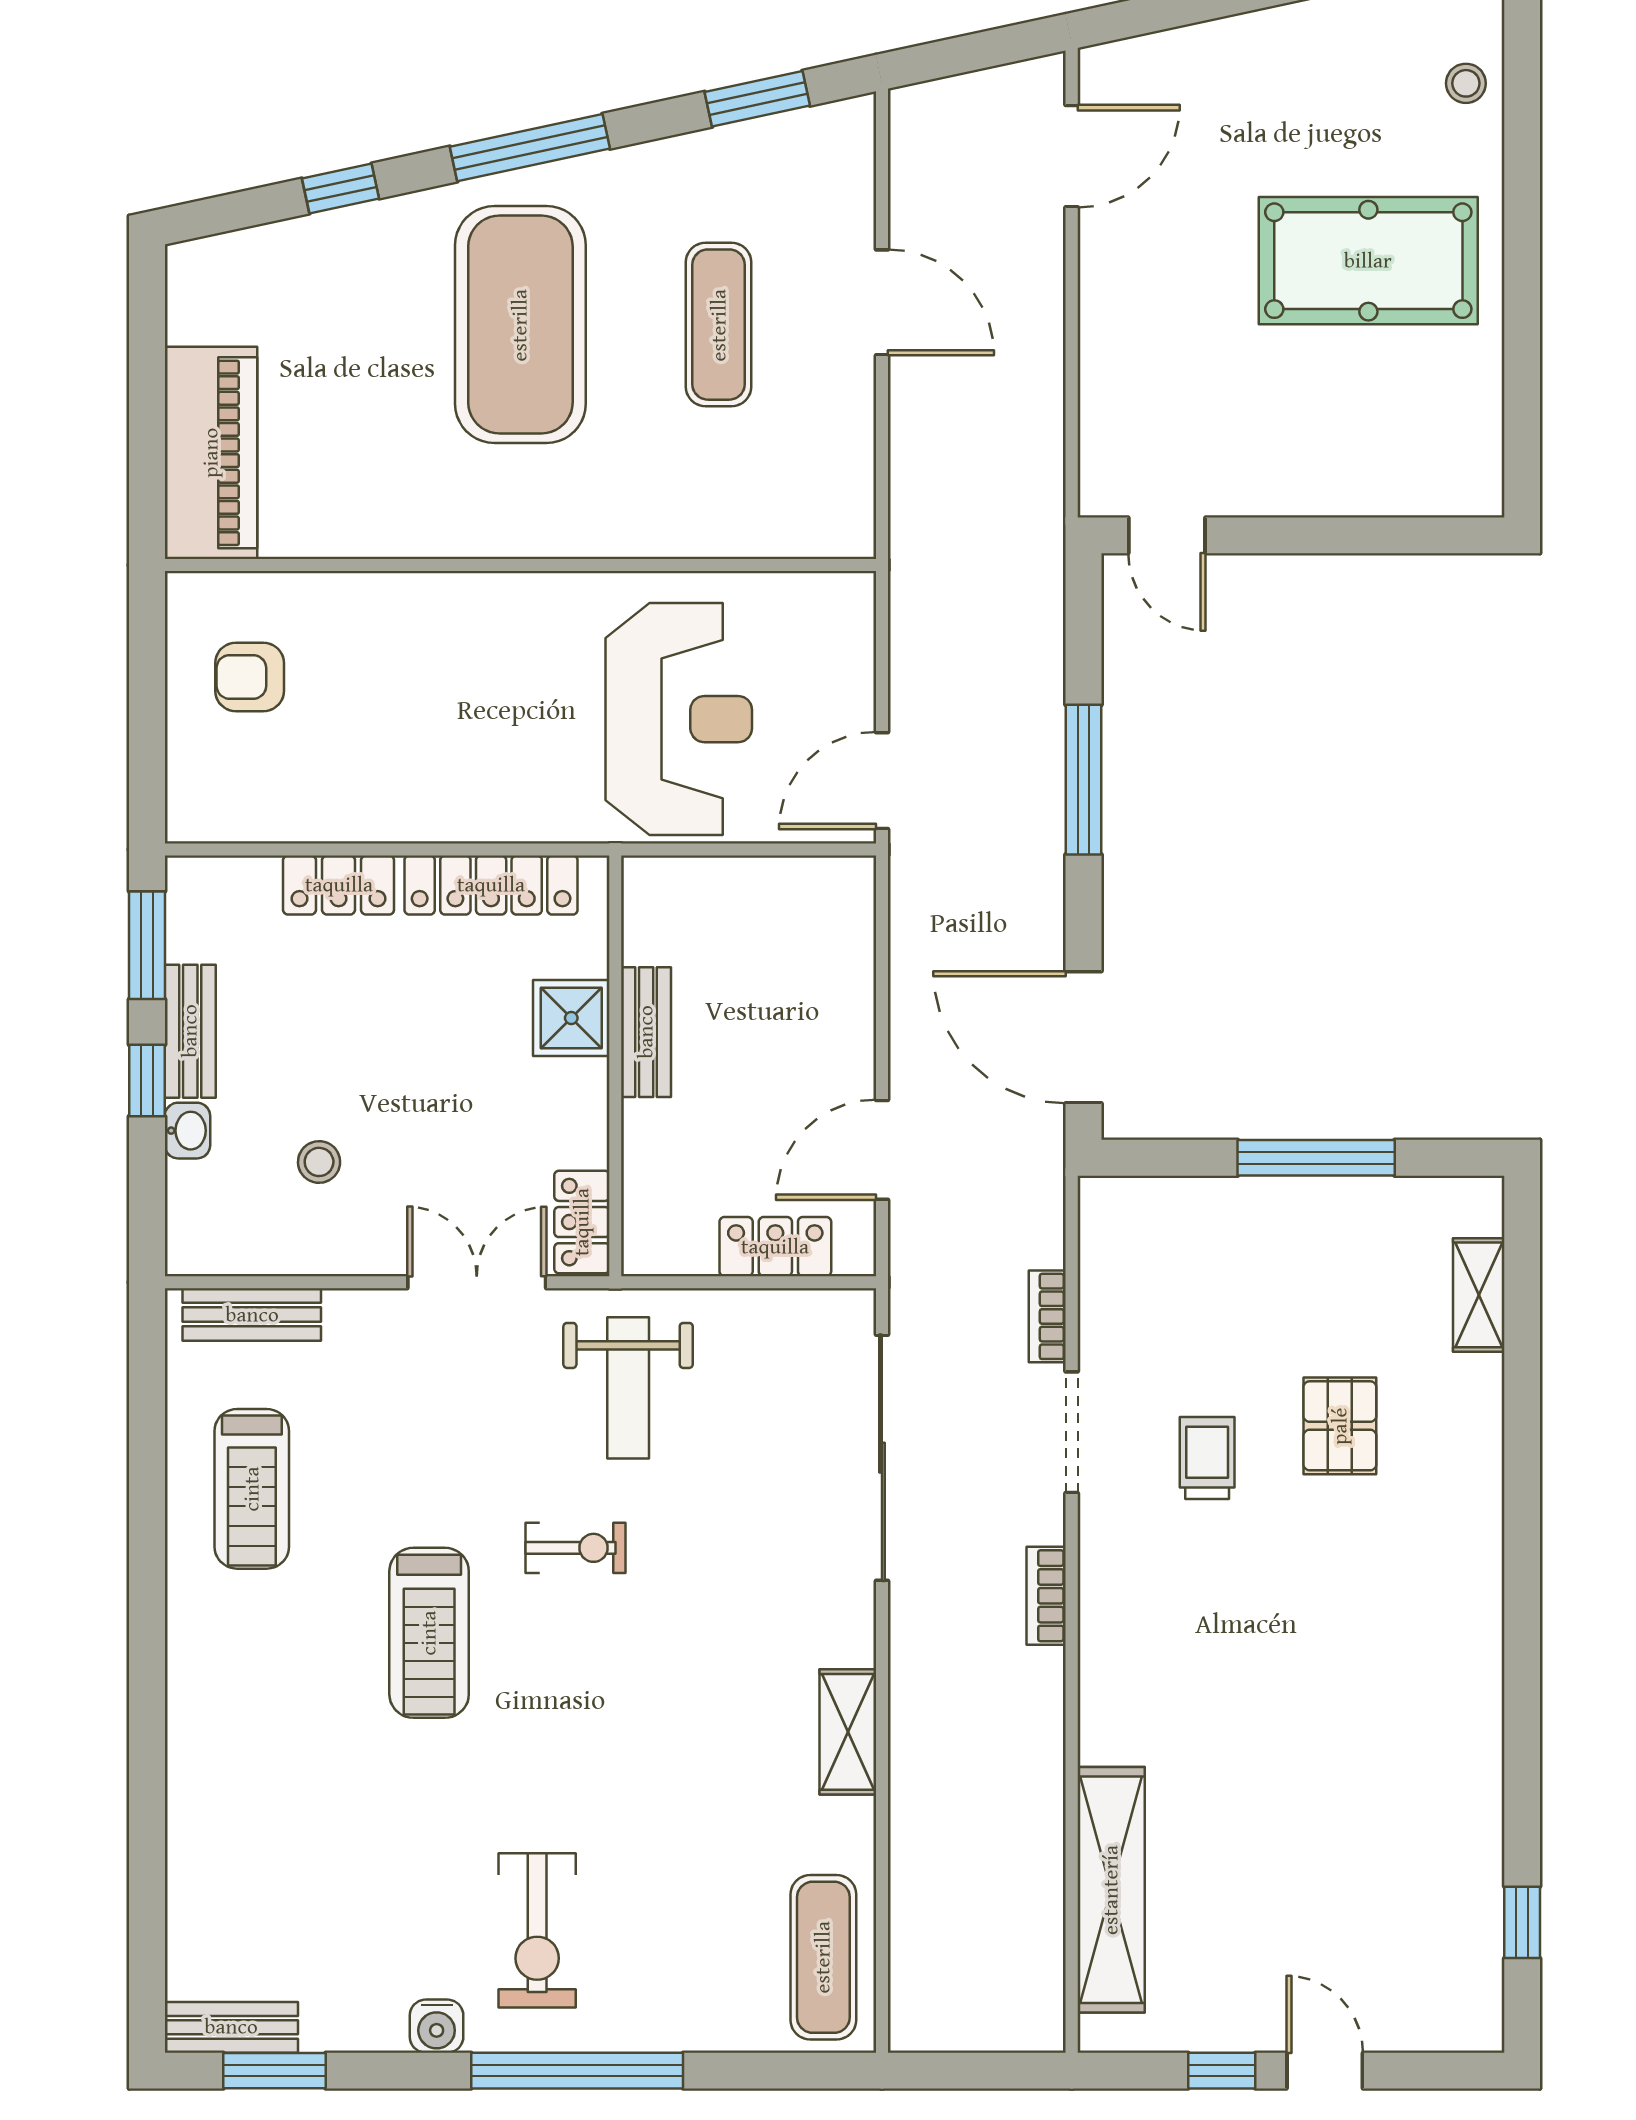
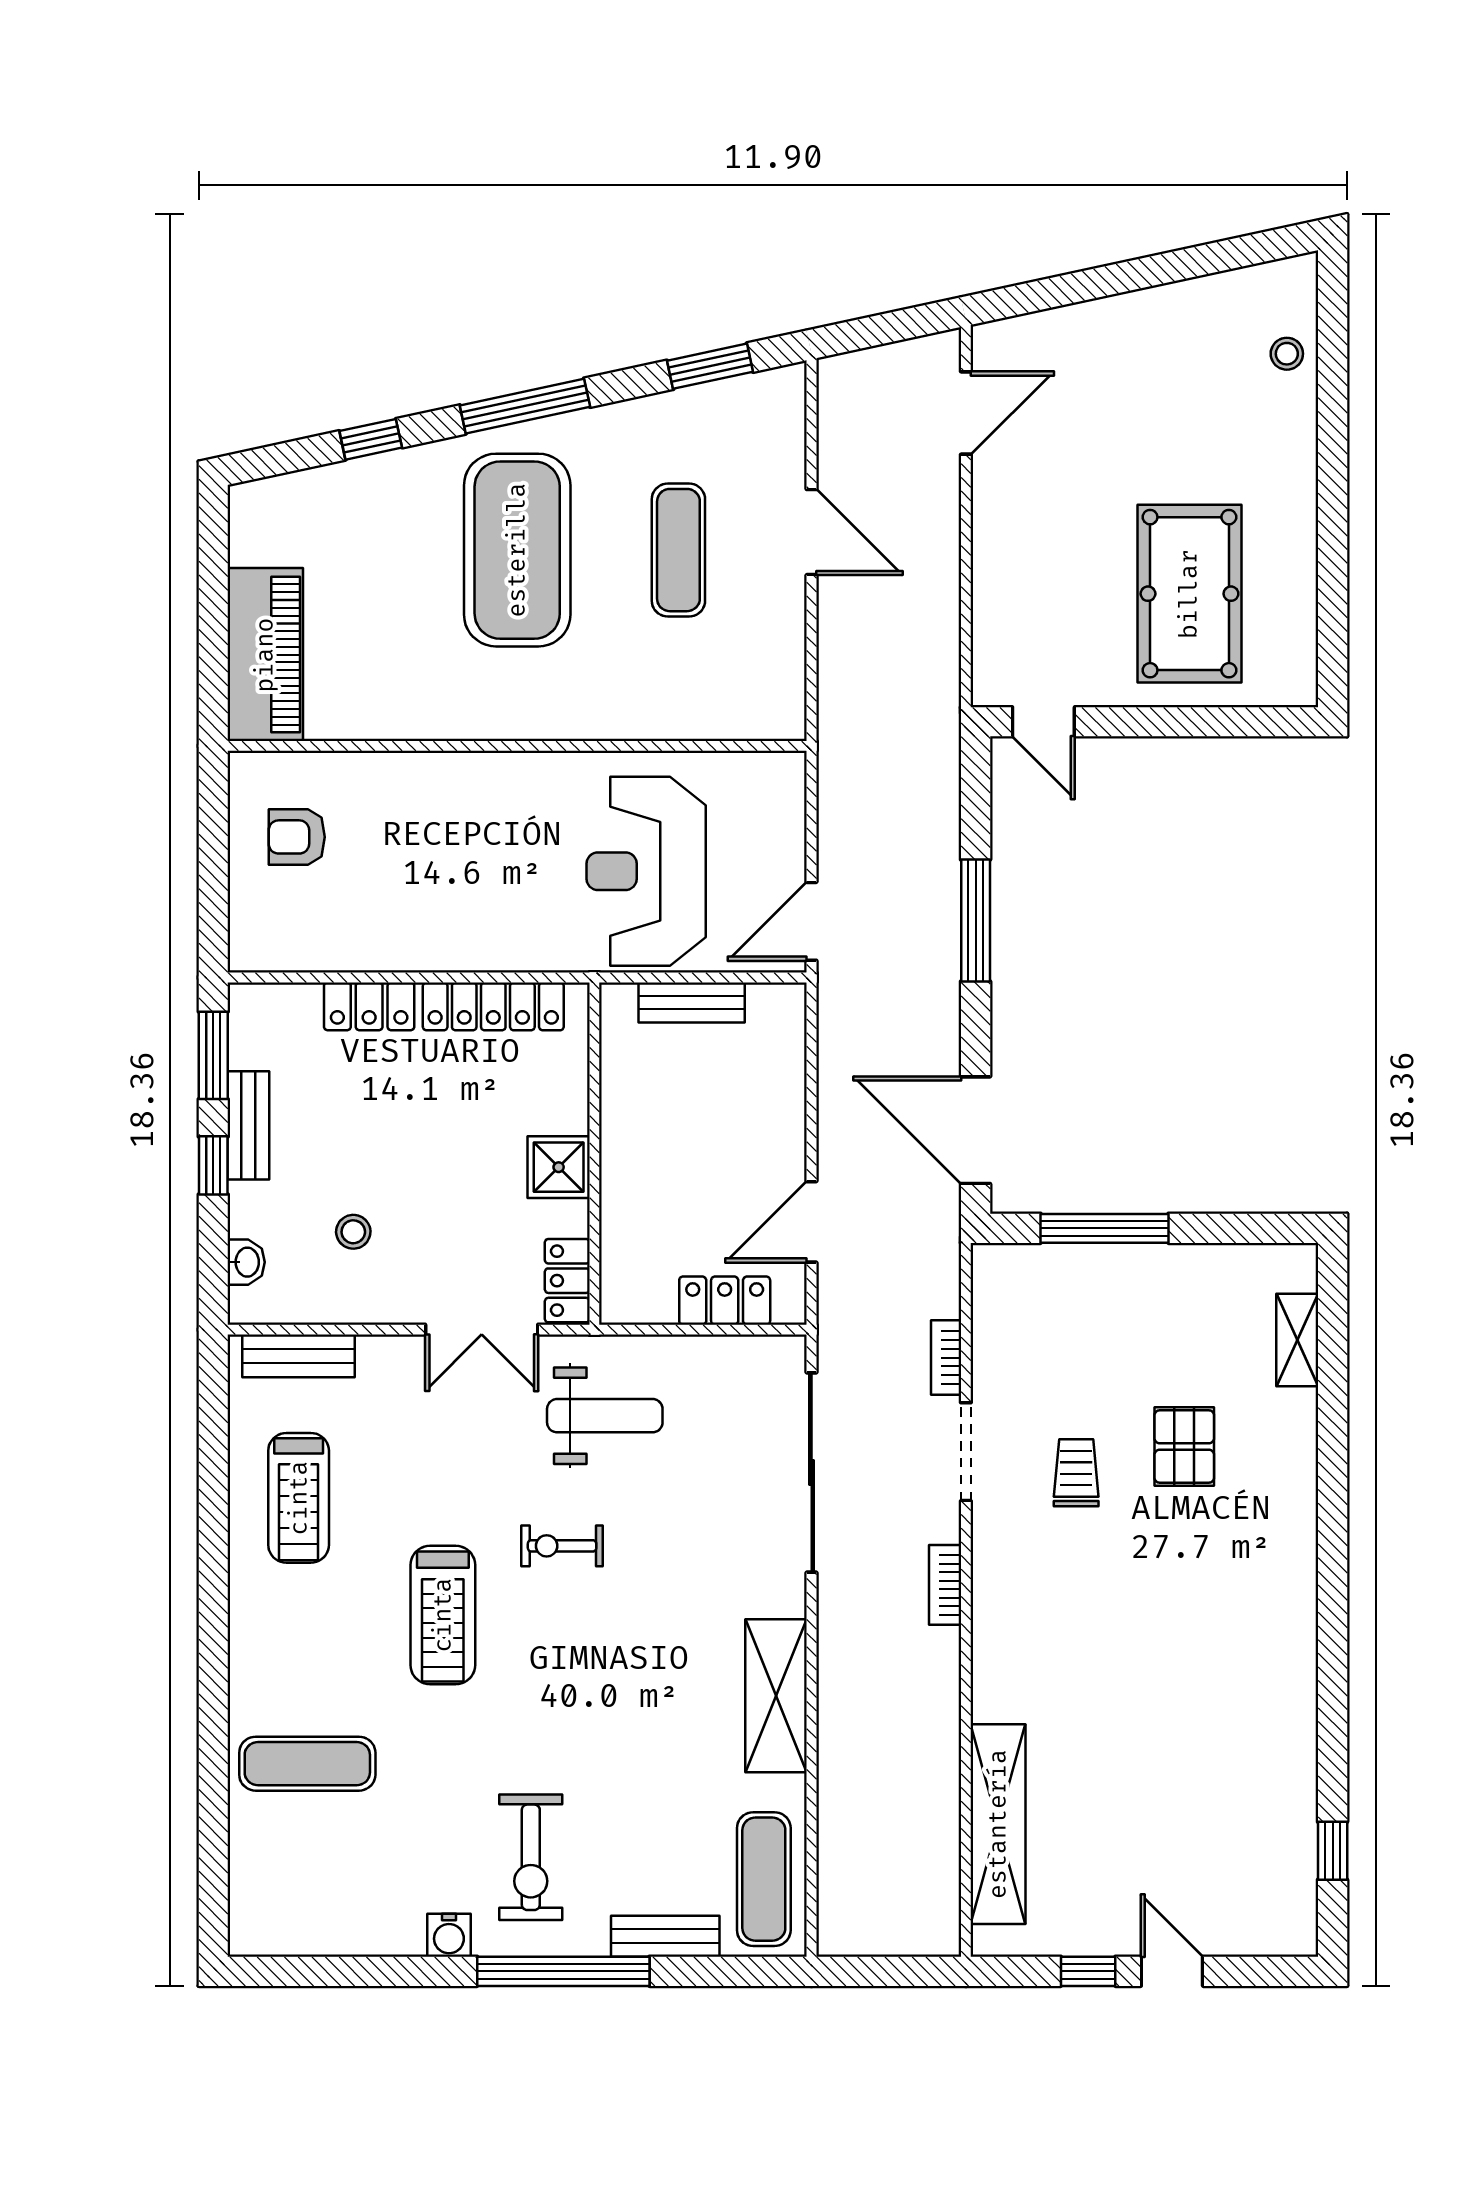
pool table: (1368, 261) -> (1189, 594), moved, turned 90
reception desk: (679, 719) -> (646, 871), turned 180
shower: (571, 1018) -> (559, 1167), moved
bench: (646, 1032) -> (692, 1003), moved, turned 90
washbasin: (187, 1131) -> (246, 1262), moved
window: (1316, 1158) -> (1104, 1228), moved
double door: (477, 1282) -> (482, 1330), swing flipped
weight bench: (628, 1388) -> (605, 1416), turned -90
exercise bike: (576, 1548) -> (562, 1546), turned 180
shelving: (848, 1732) -> (776, 1696), width x1.50, depth x1.33
exercise mat: (263, 1815) -> (307, 1764), added
bench: (231, 2027) -> (665, 1936), moved
window: (274, 2071) -> (317, 1971), removed

